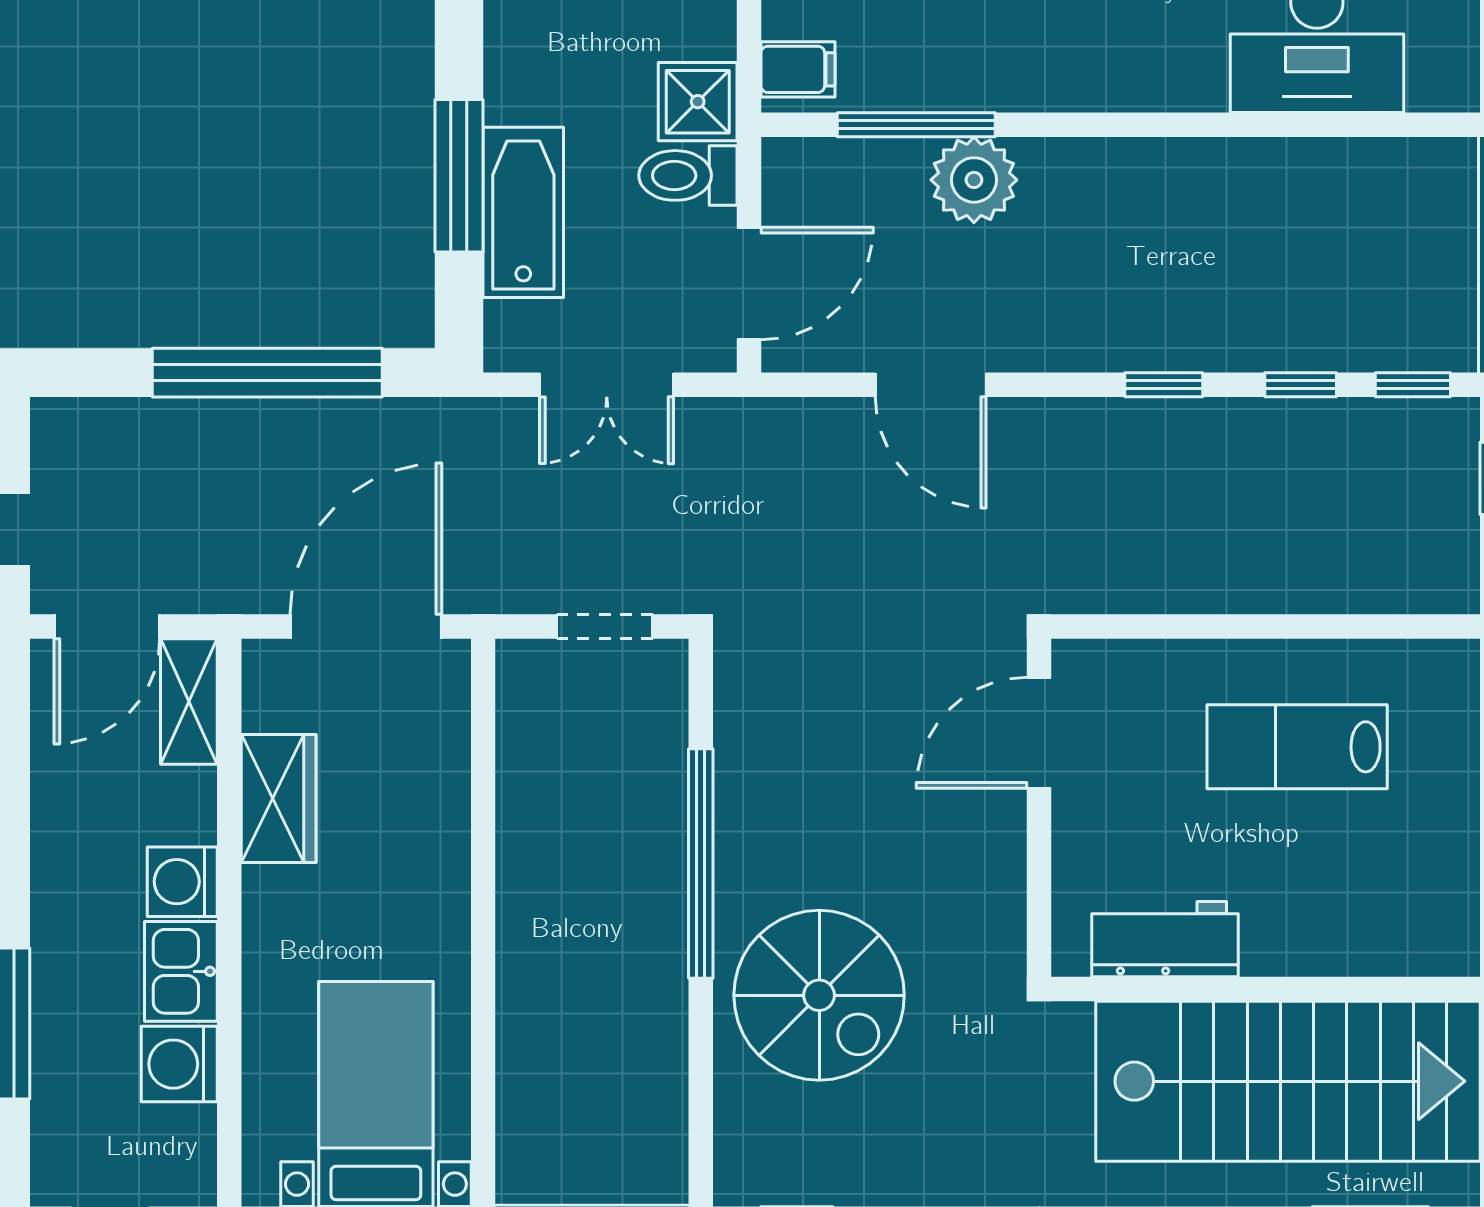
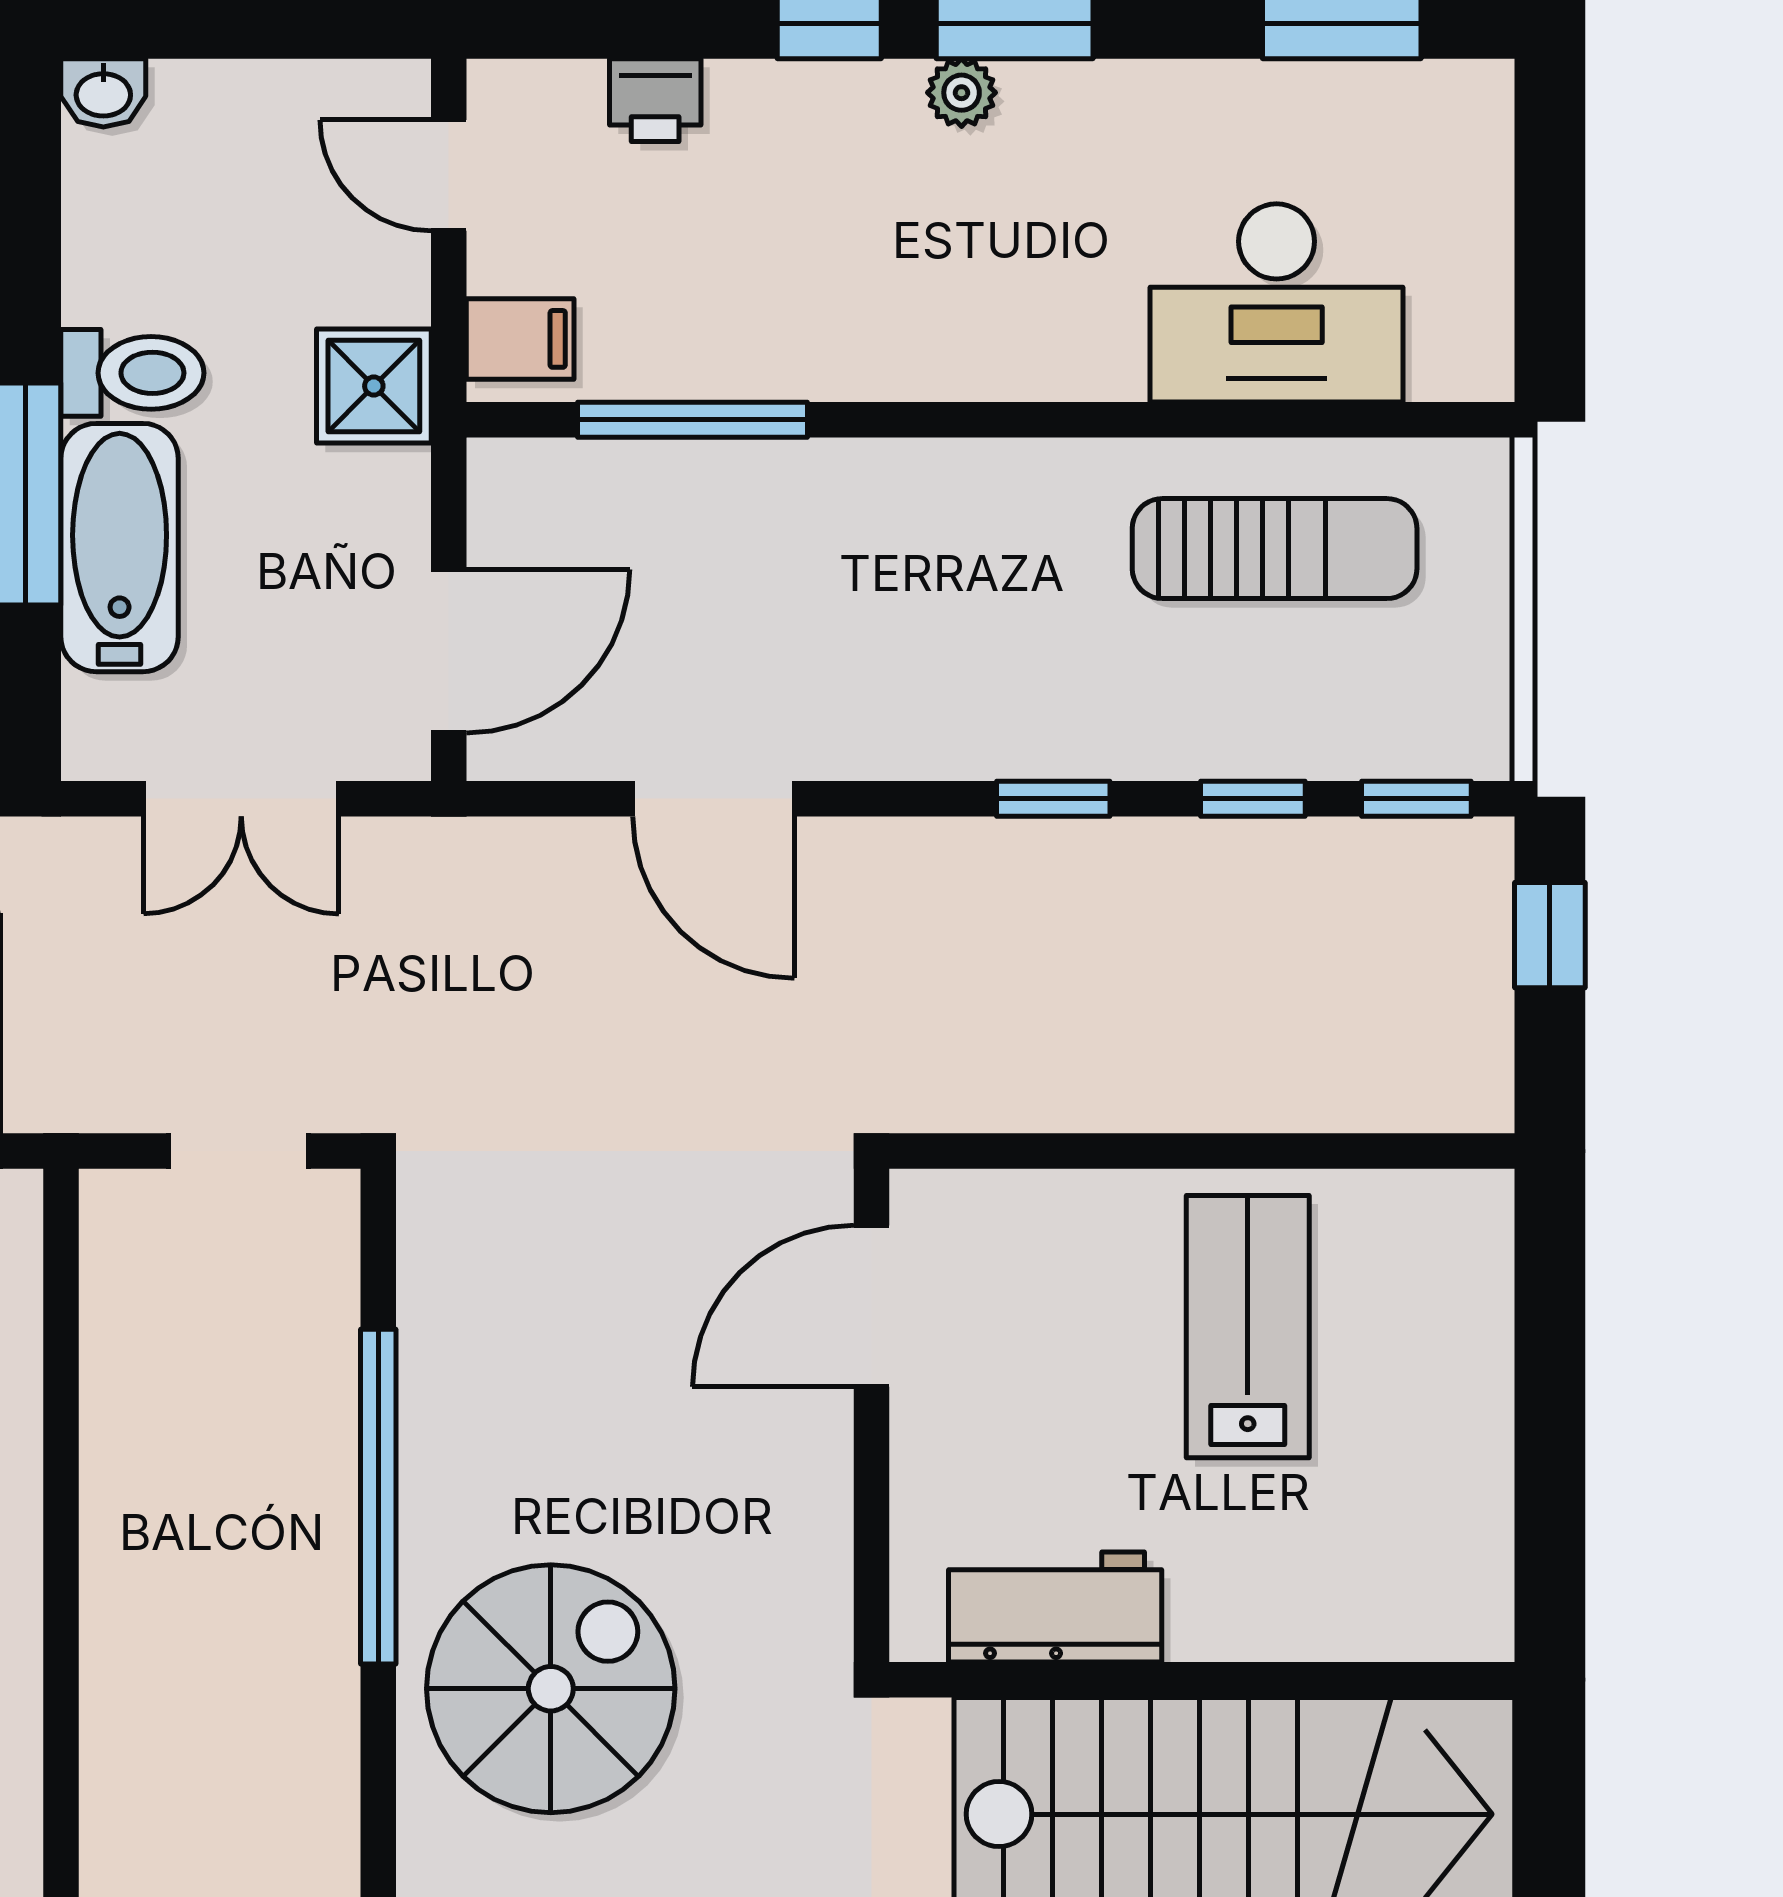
toilet: (688, 175) -> (132, 373), moved, turned 180
plant: (974, 180) -> (777, 500), removed
sun lounger: (1316, 213) -> (1275, 549), added
lab bench: (1297, 747) -> (1248, 1327), turned 90
spiral stairs: (819, 995) -> (551, 1689), turned -90

